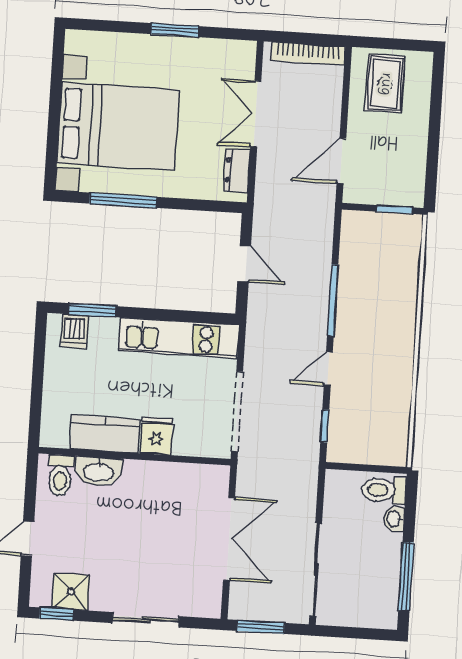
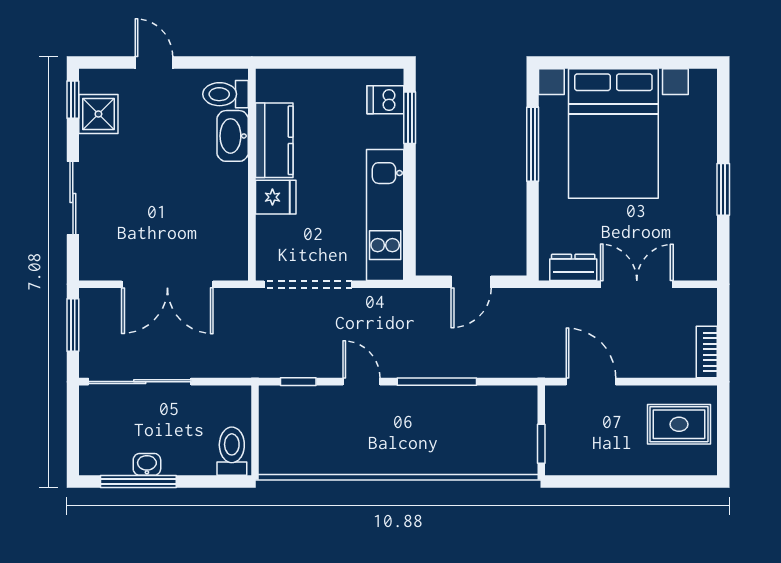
bookcase: (308, 53) -> (707, 352), width x0.64
washbasin: (394, 519) -> (147, 464), moved

